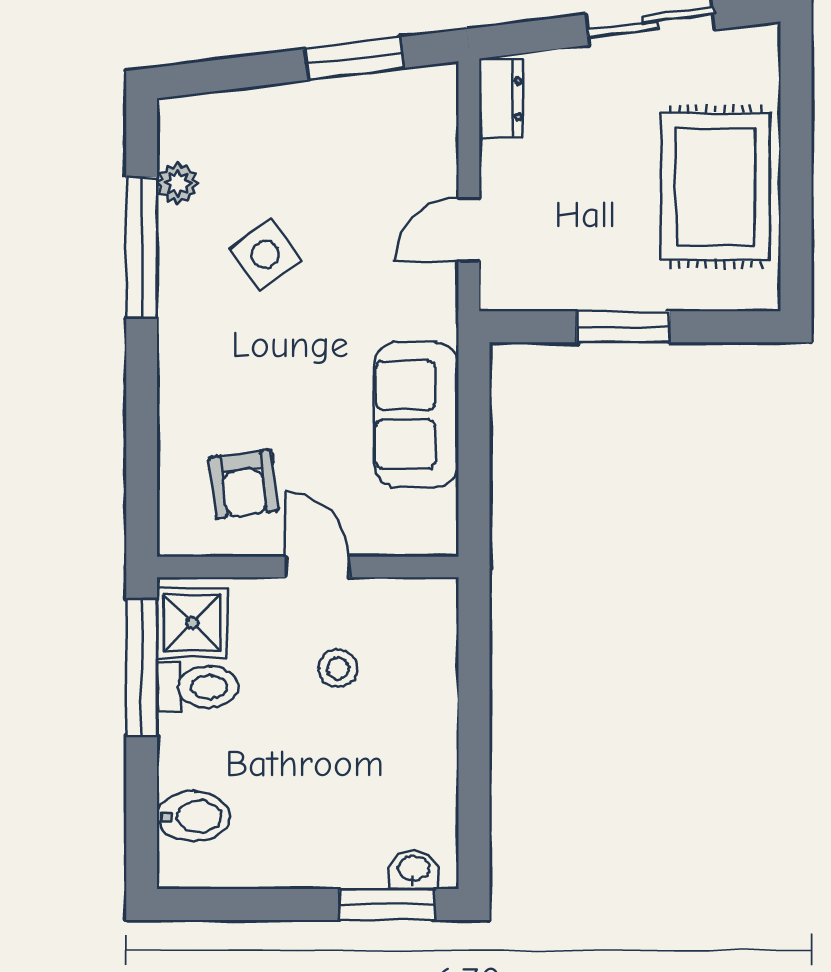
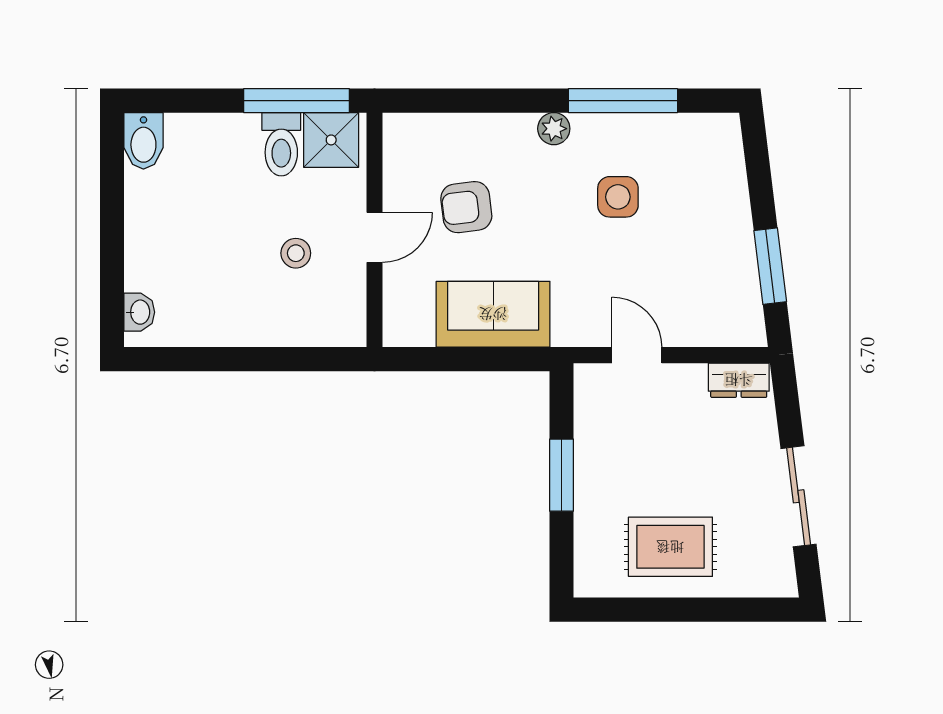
plant: (178, 183) -> (554, 129), moved
rug: (715, 187) -> (670, 547), width x0.73, depth x0.70
side table: (265, 254) -> (618, 197), turned 36
armchair: (243, 484) -> (466, 207), moved
bidet: (193, 816) -> (143, 141), moved
window: (387, 904) -> (112, 291), removed

